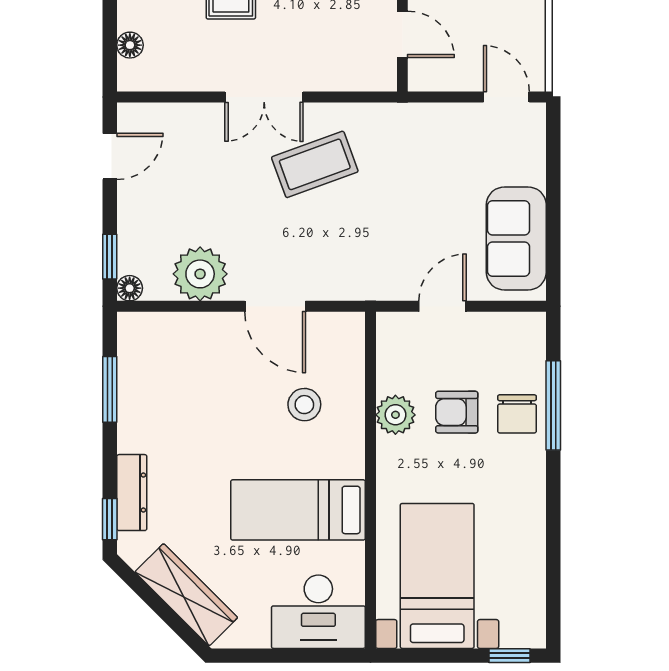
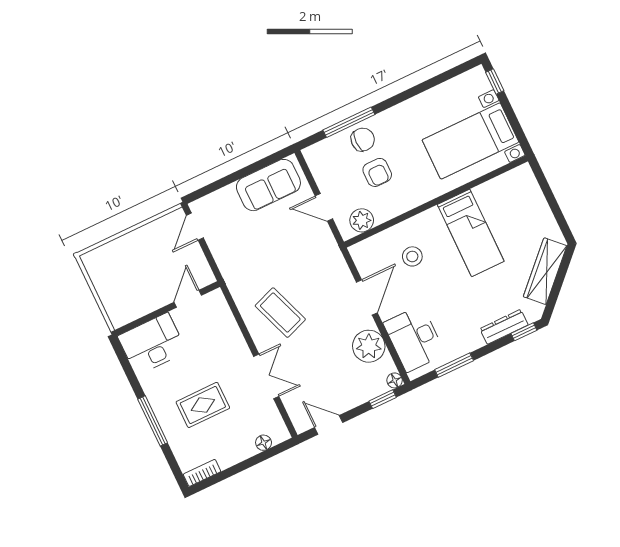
double door: (264, 97) -> (266, 376), moved
plant: (395, 415) -> (362, 220), moved
desk: (318, 612) -> (414, 339), moved, turned 180

